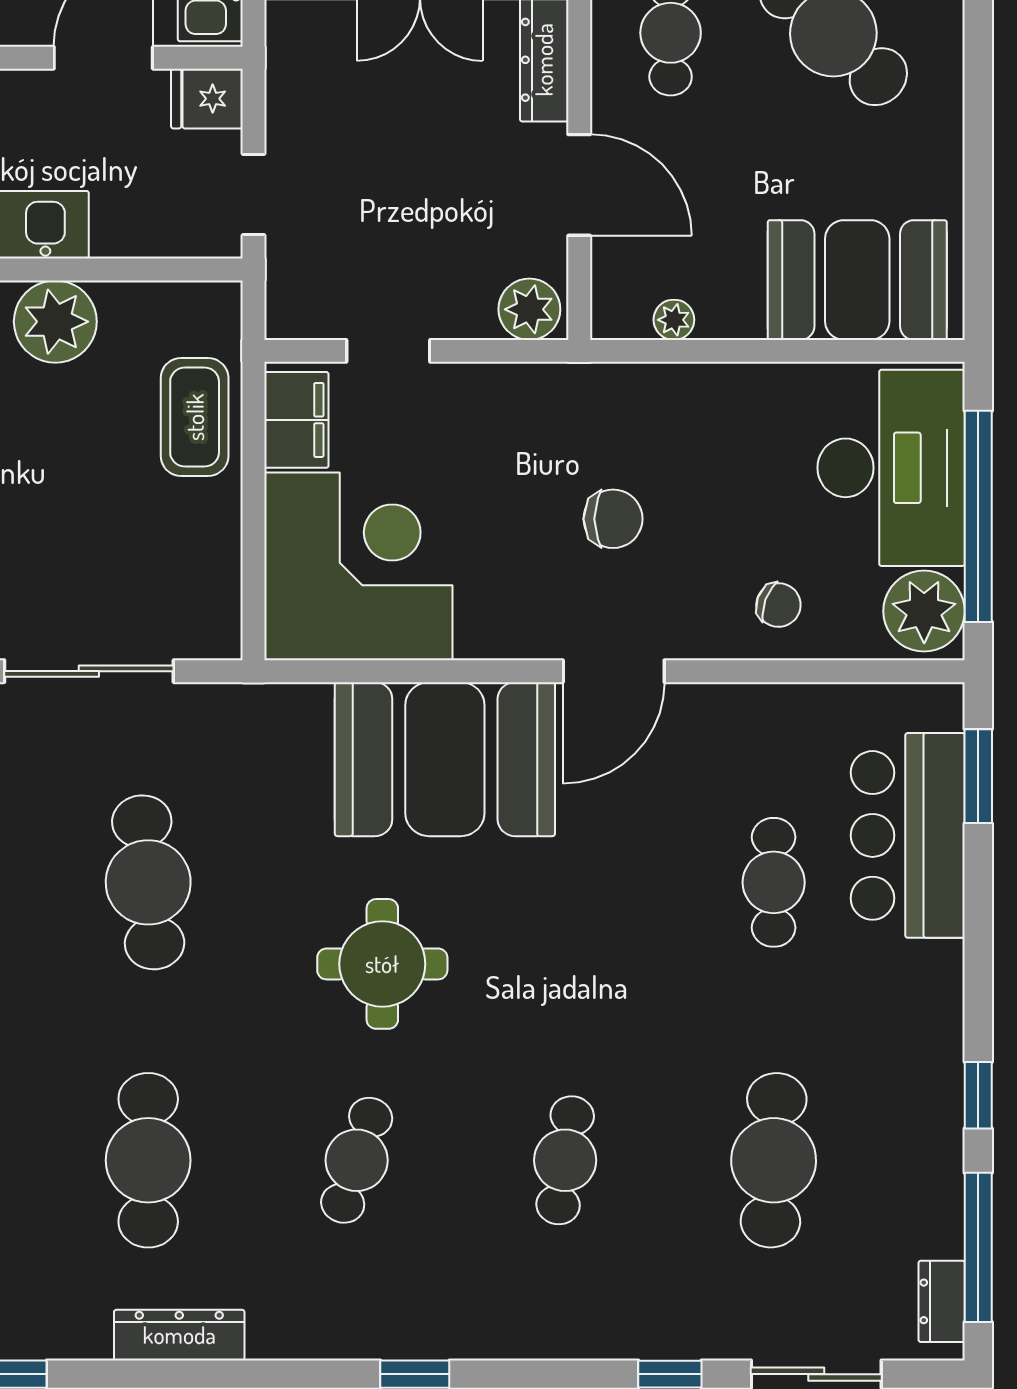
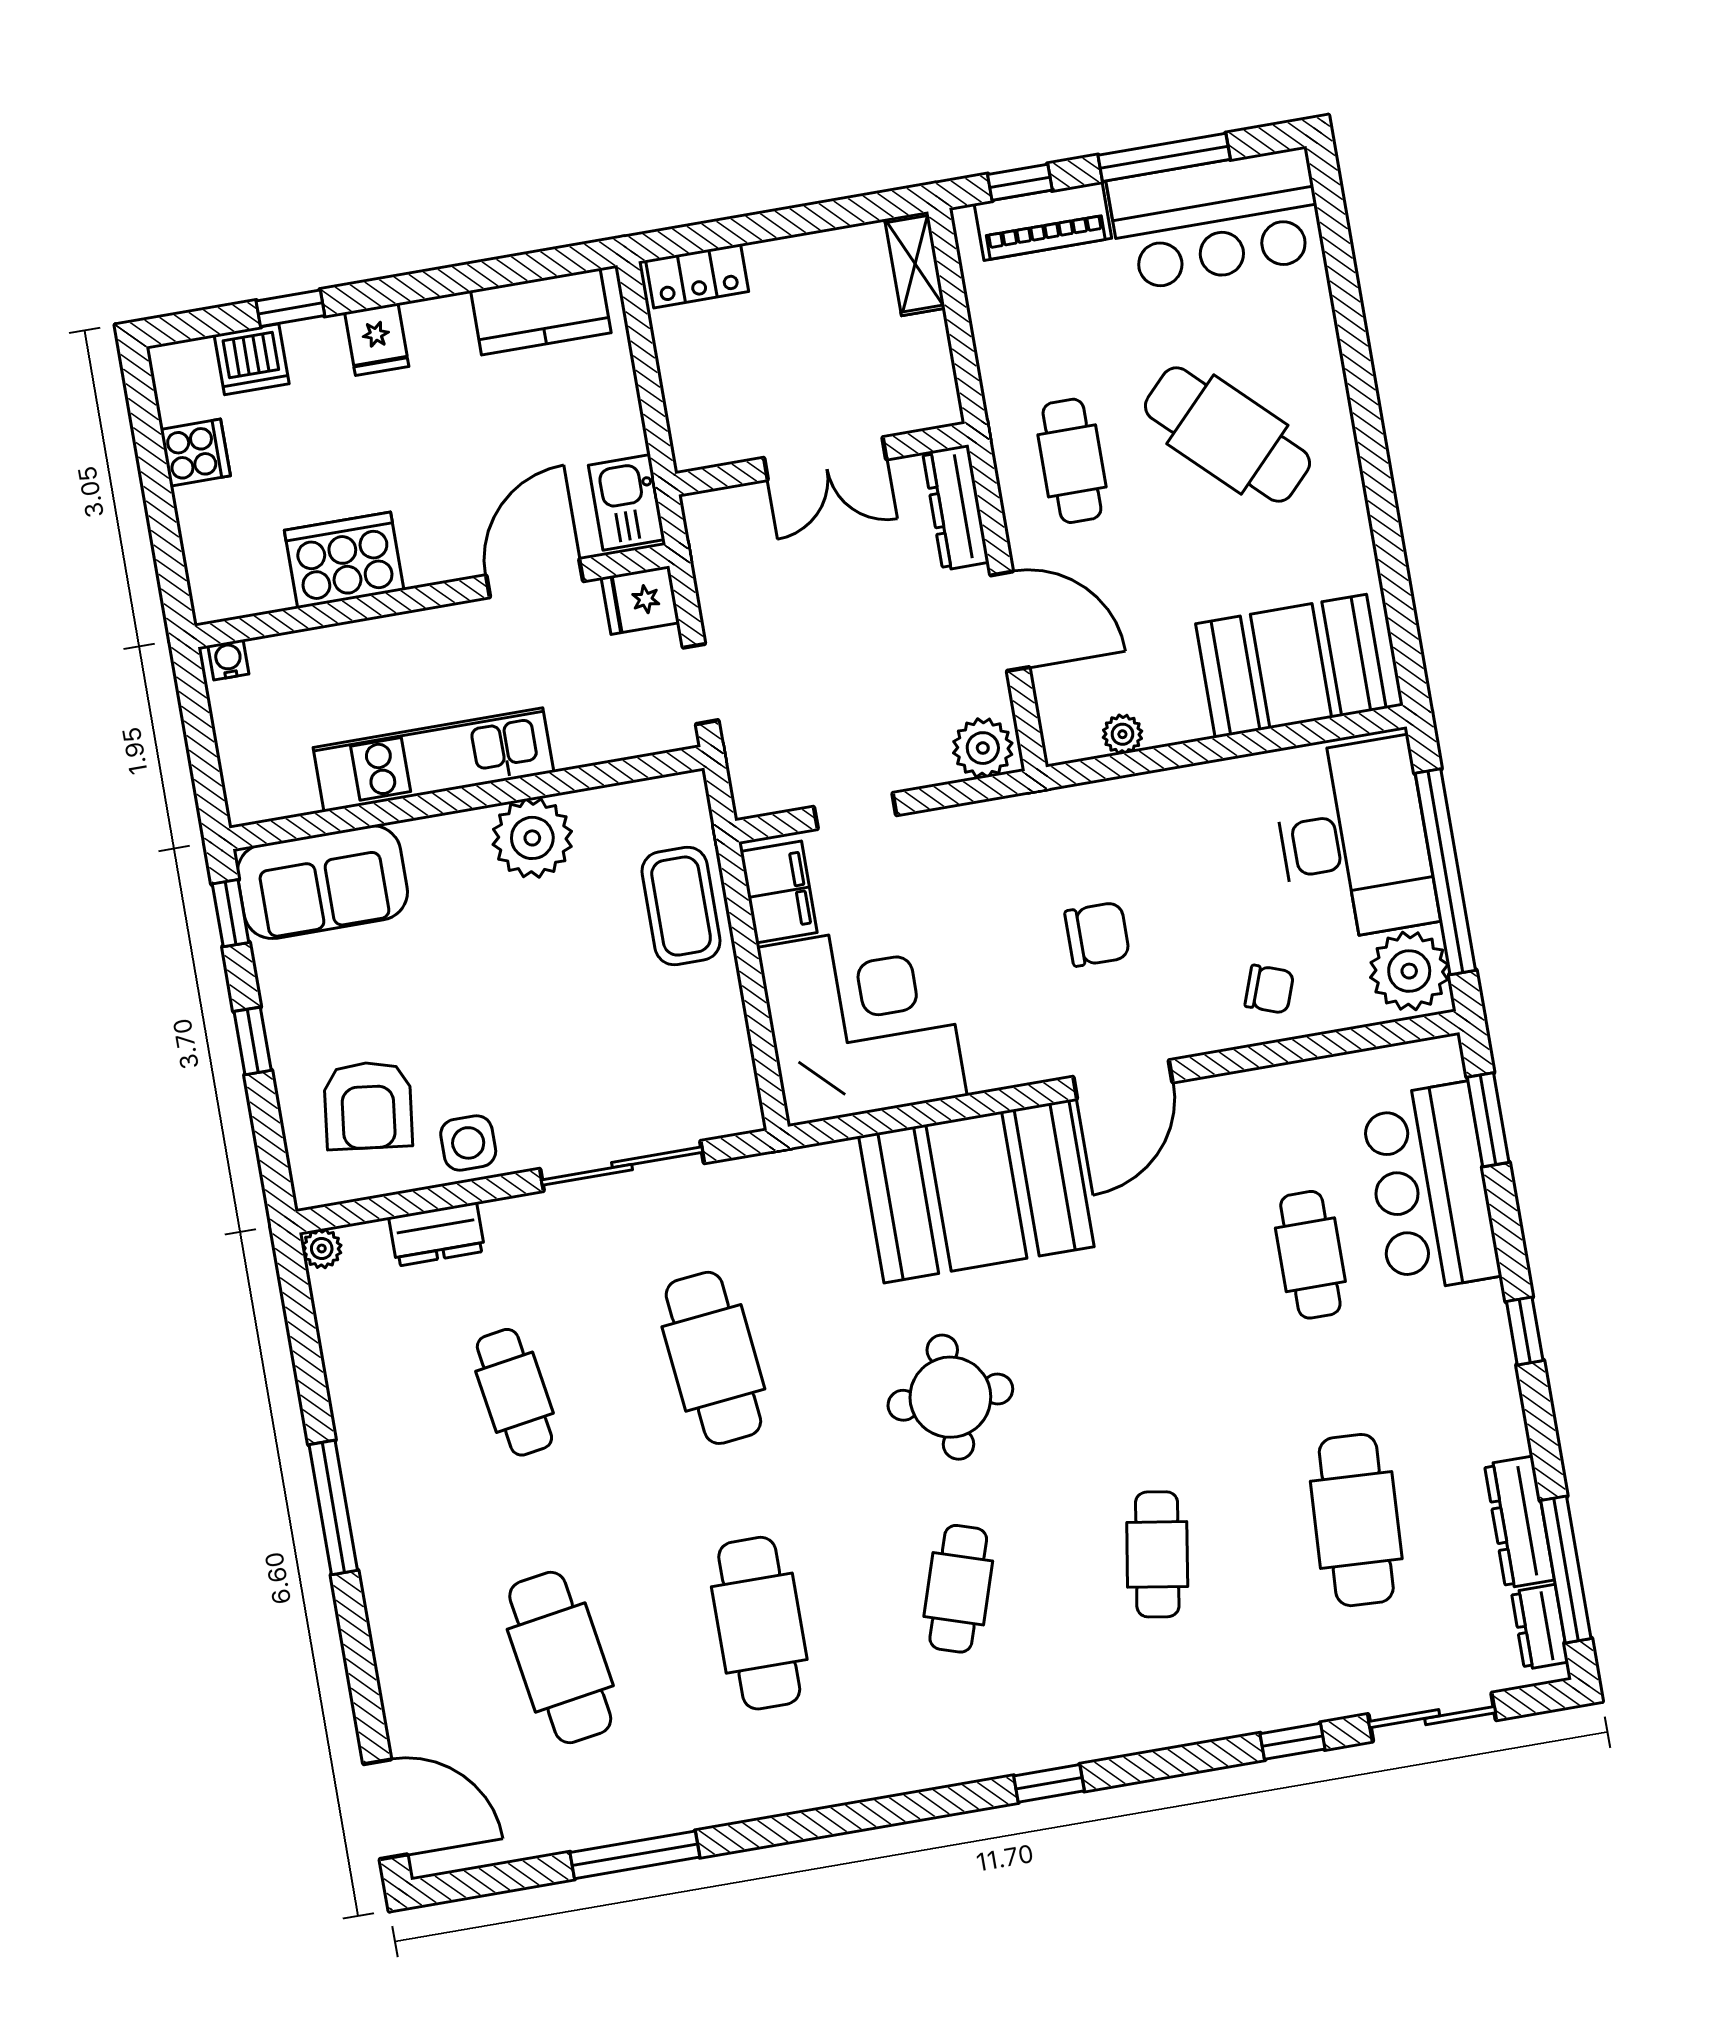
window: (978, 1095) -> (1525, 1331), moved
dresser: (179, 1335) -> (1519, 1522), moved, turned -90

